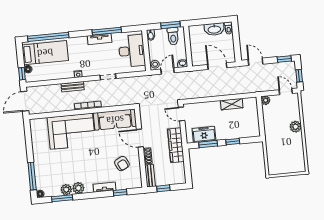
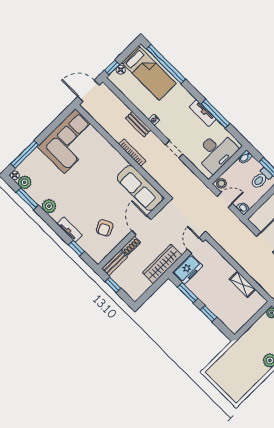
corner sofa: (71, 131) -> (70, 141), moved, turned -90
freezer: (204, 134) -> (188, 269), moved, turned 90
plant: (66, 190) -> (25, 182), moved

